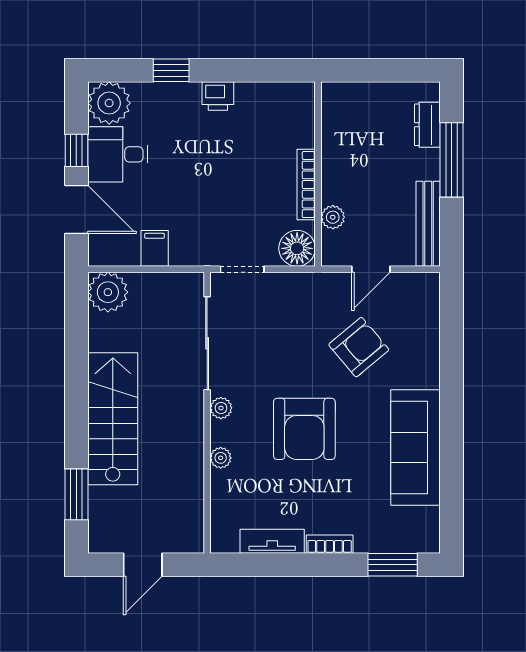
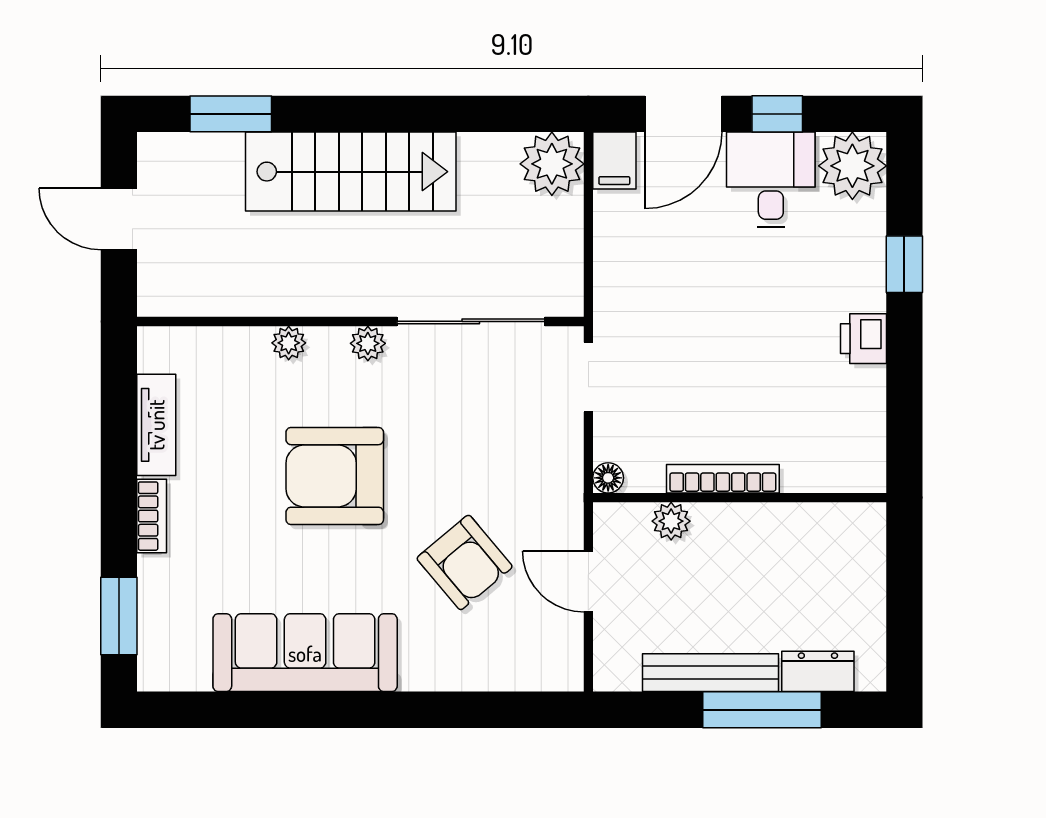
bench: (428, 224) -> (710, 673), moved
filing cabinet: (155, 248) -> (614, 161), moved, turned 90
floor lamp: (297, 248) -> (608, 478), width x0.53, depth x0.53

